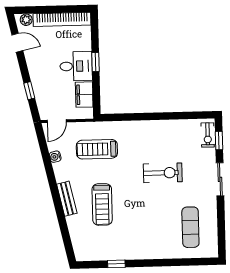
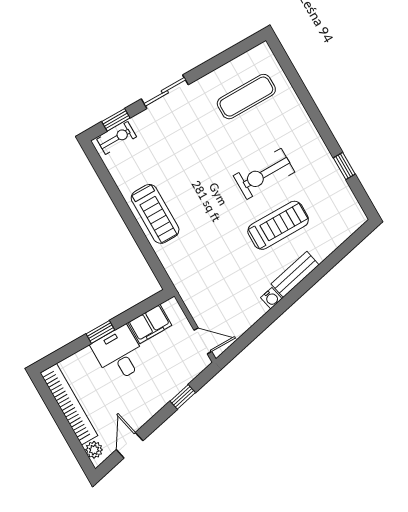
treadmill: (97, 149) -> (155, 214), moved
water cooler: (55, 157) -> (271, 298), moved
exercise bike: (163, 173) -> (264, 174), moved, turned -90

